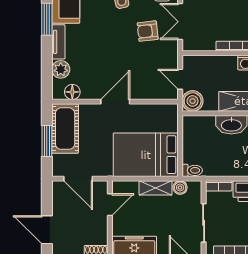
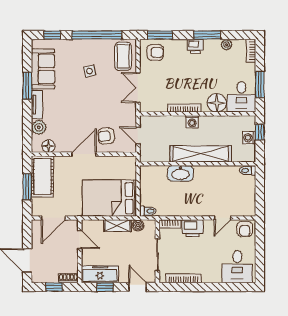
armchair: (148, 31) -> (106, 136), moved
boiler: (193, 101) -> (148, 154), removed
door: (78, 179) -> (53, 218), hinge flipped
door: (110, 205) -> (80, 240), hinge flipped

